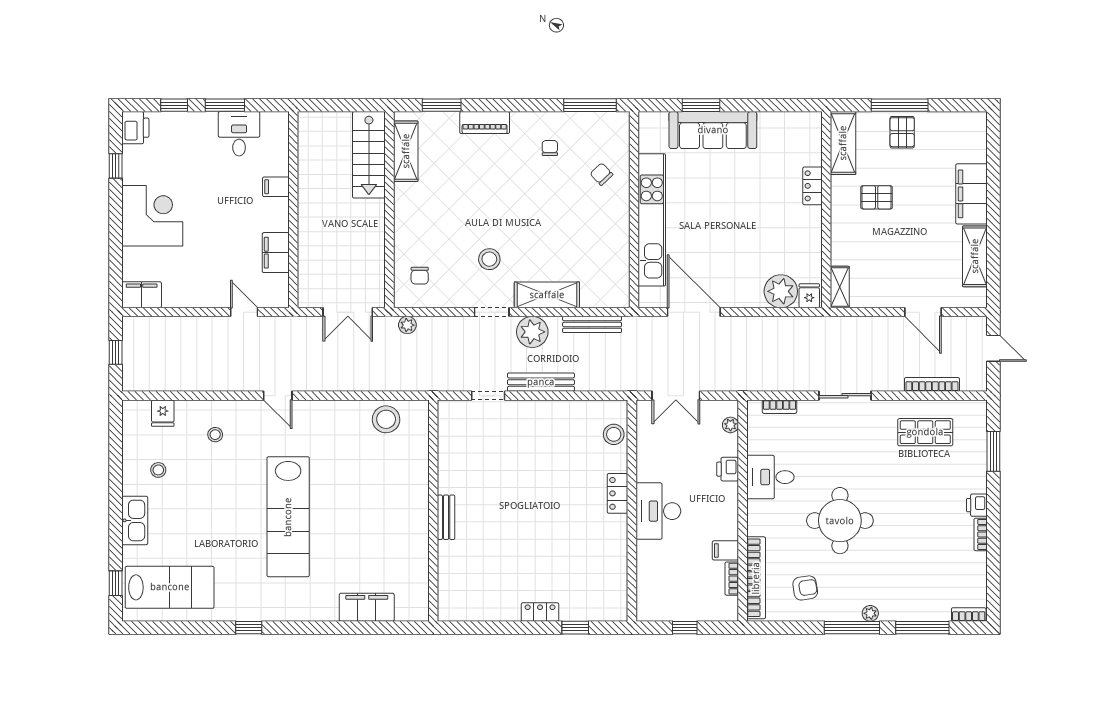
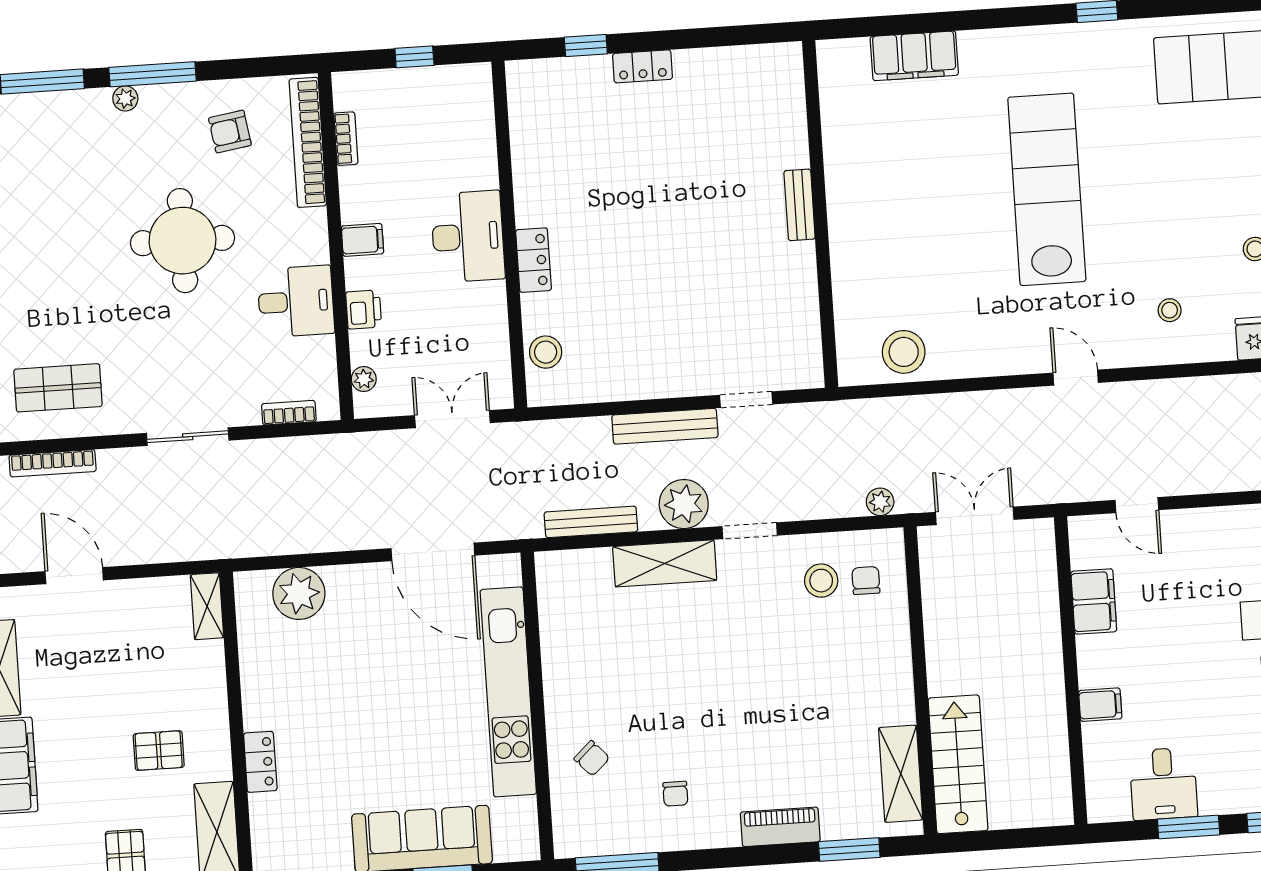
stool: (489, 259) -> (821, 581), moved
fridge: (809, 296) -> (254, 589), removed
filing cabinet: (725, 550) -> (362, 240), moved

